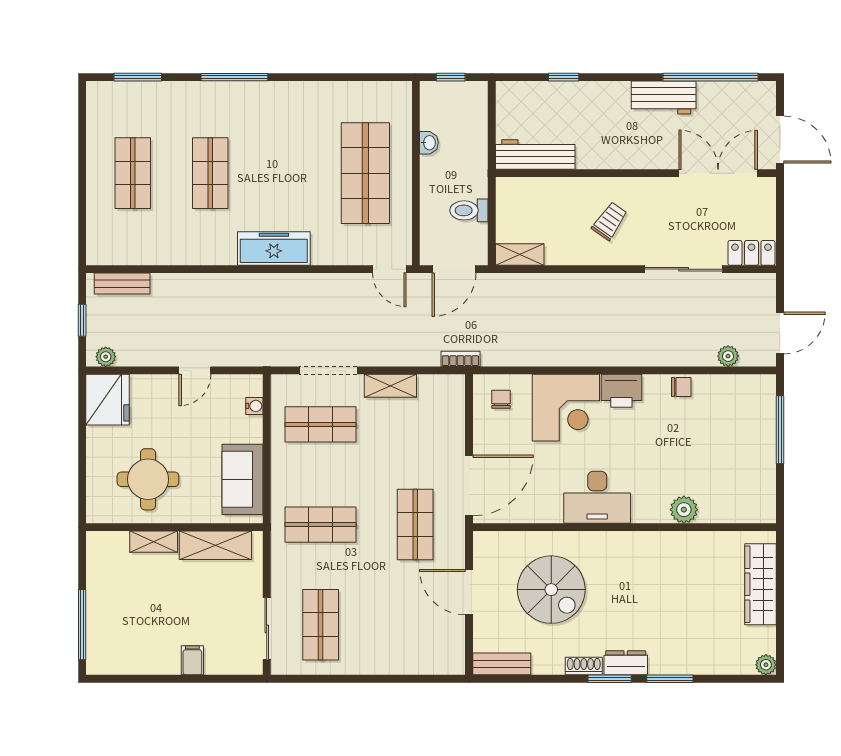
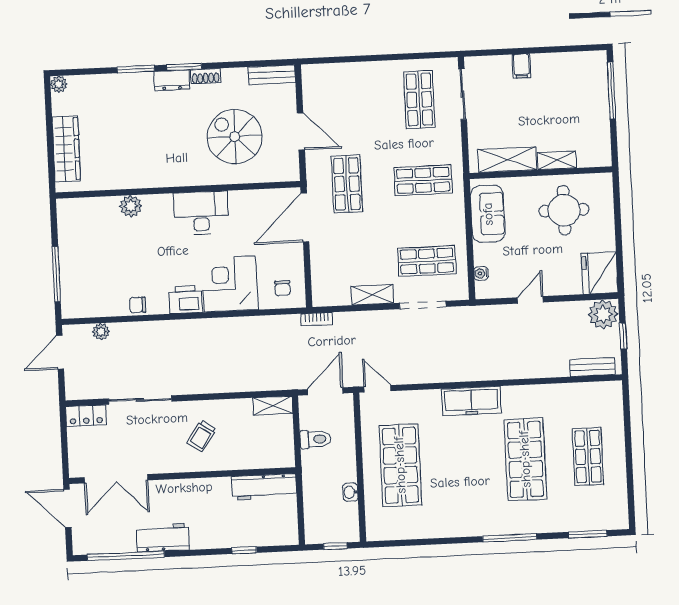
shop shelf: (210, 173) -> (525, 459), width x1.43, depth x1.36
plant: (106, 357) -> (603, 314), width x1.88, depth x1.88

